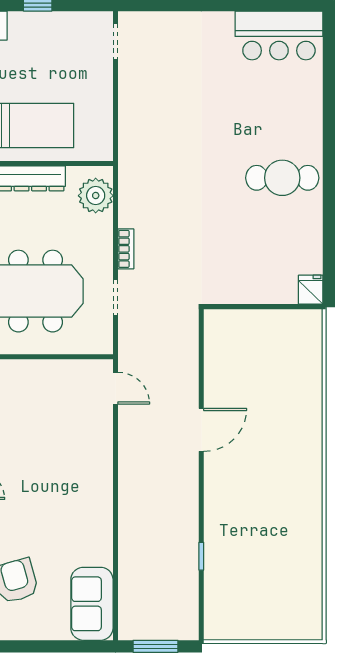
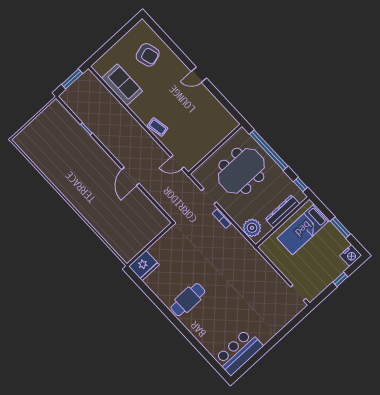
fridge: (311, 290) -> (144, 265), width x1.88, depth x1.34
coffee table: (97, 464) -> (158, 127), added
sofa: (92, 604) -> (122, 85), moved

